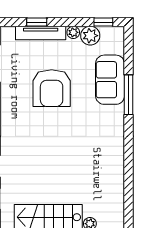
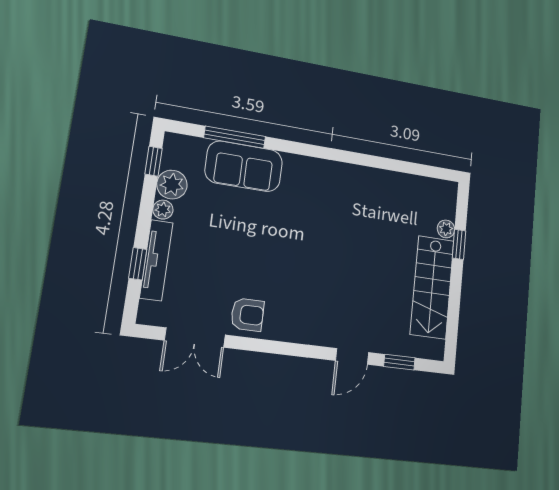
armchair: (52, 88) -> (247, 315), moved, width x0.53, depth x0.53
window: (128, 95) -> (235, 137), moved

